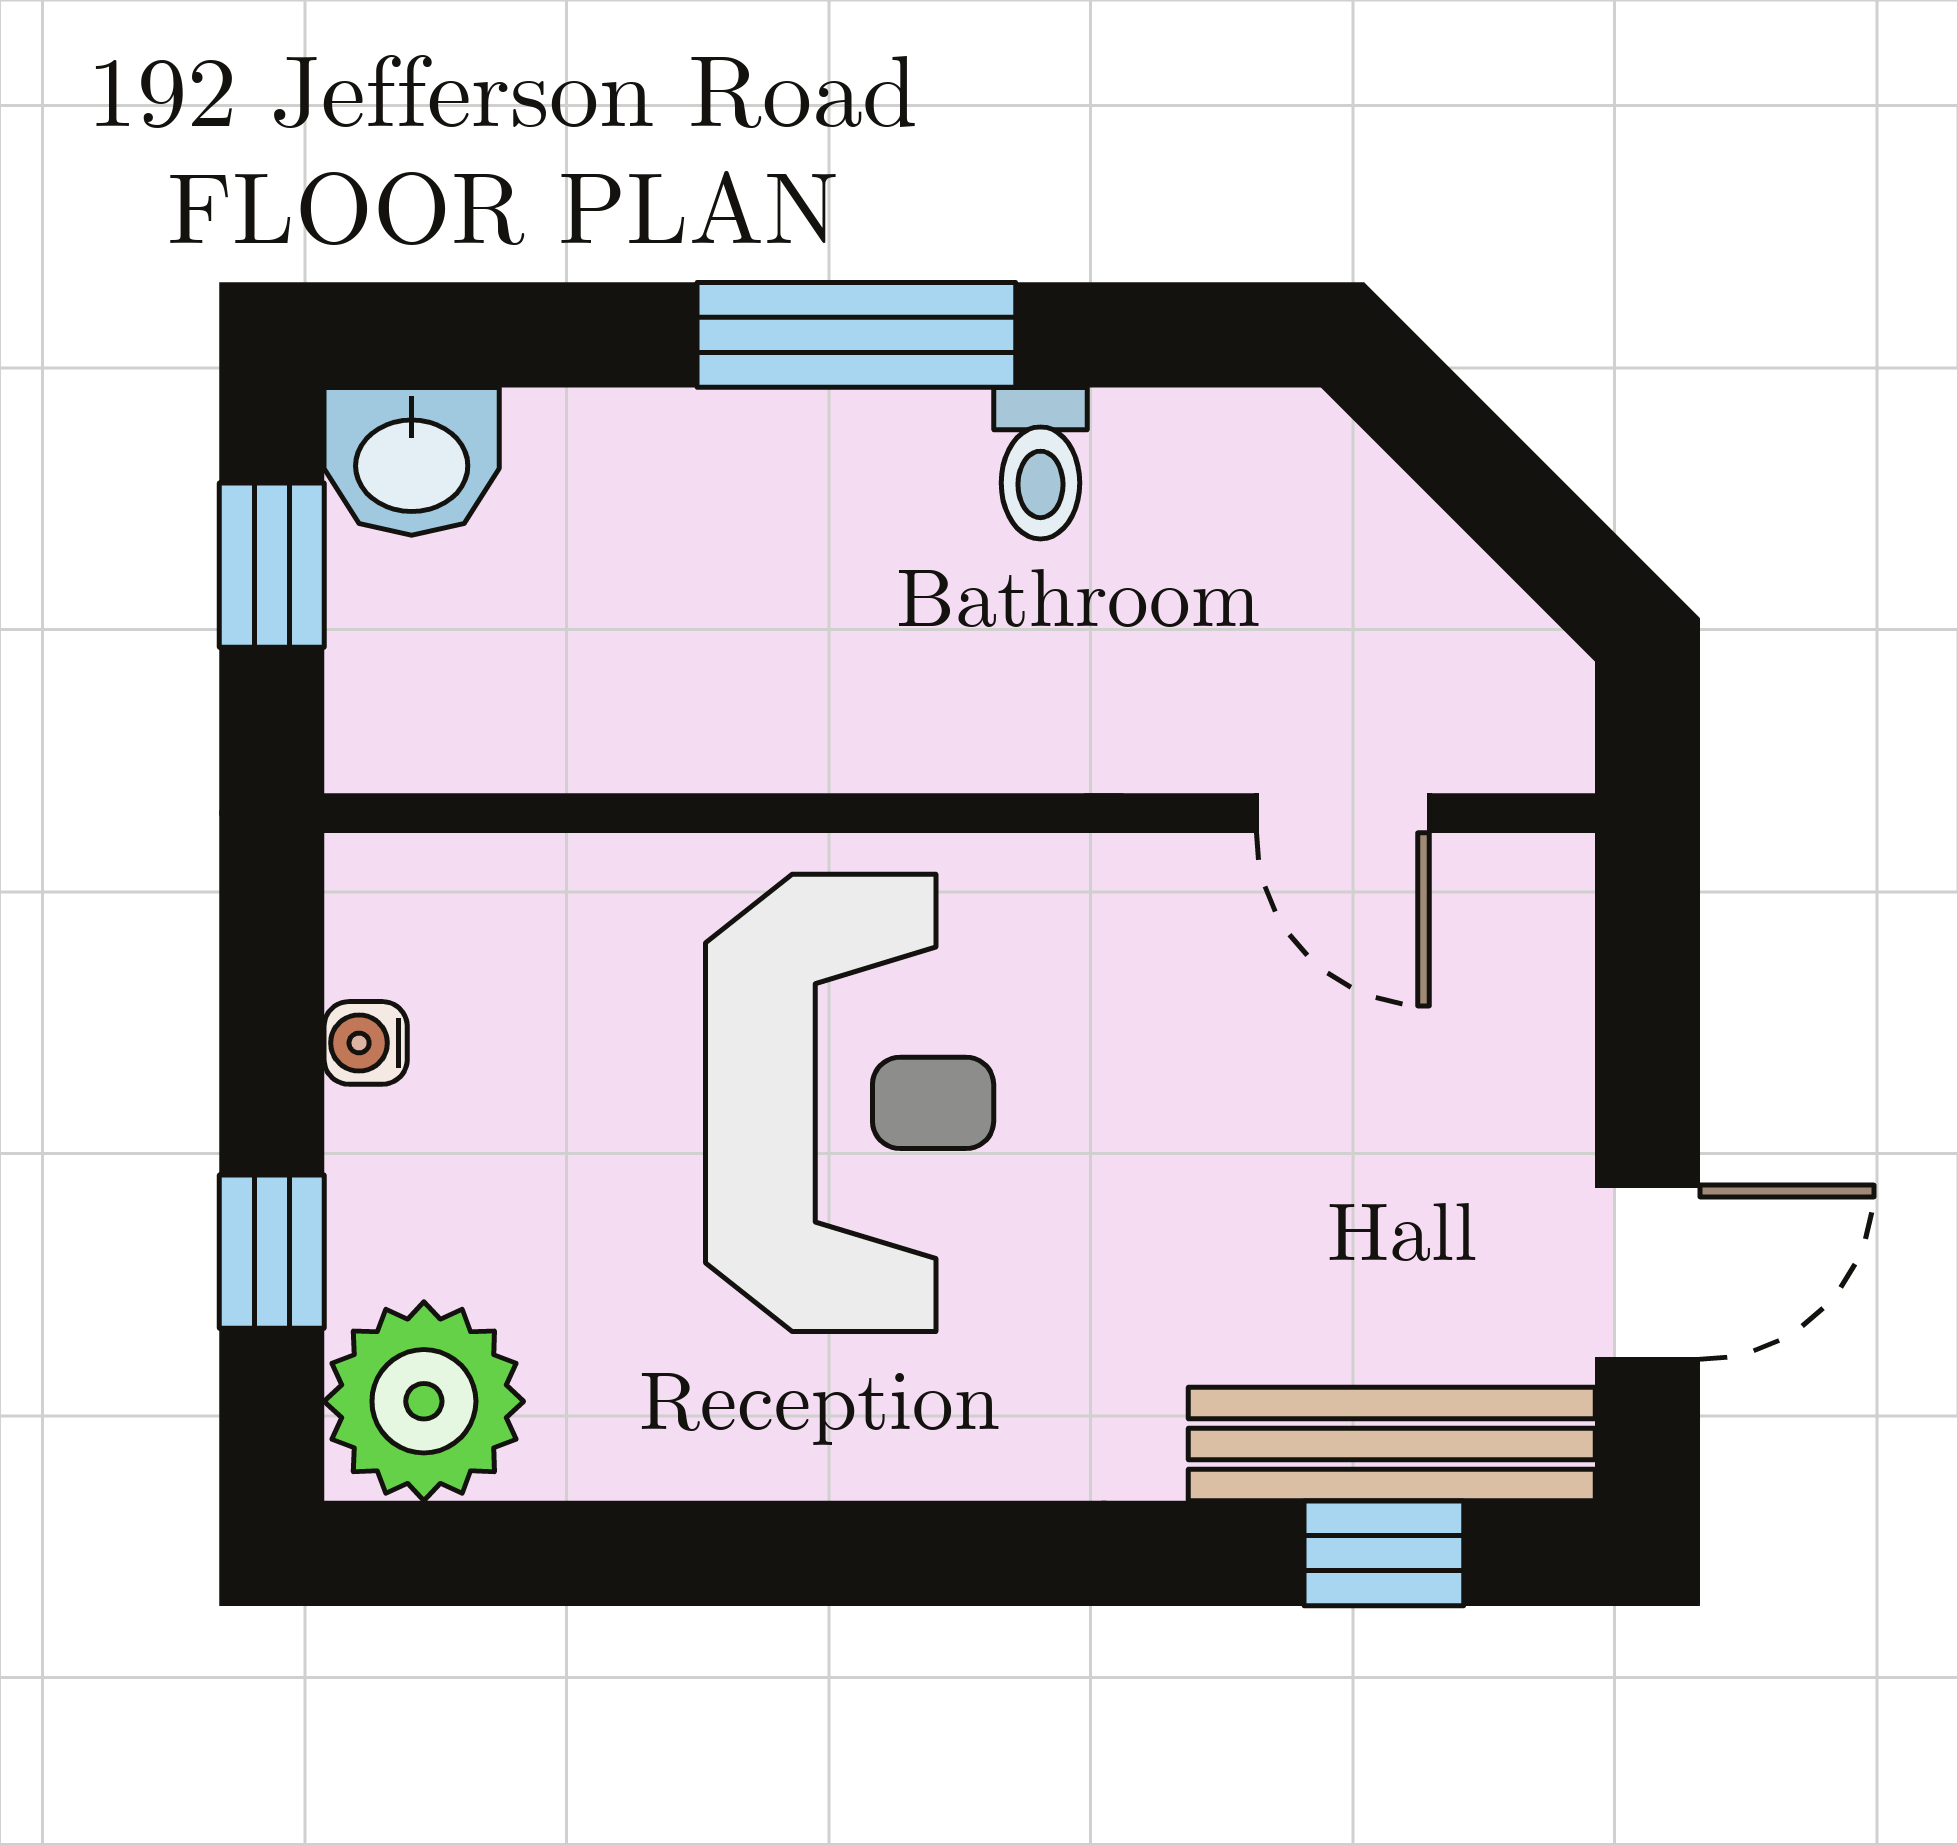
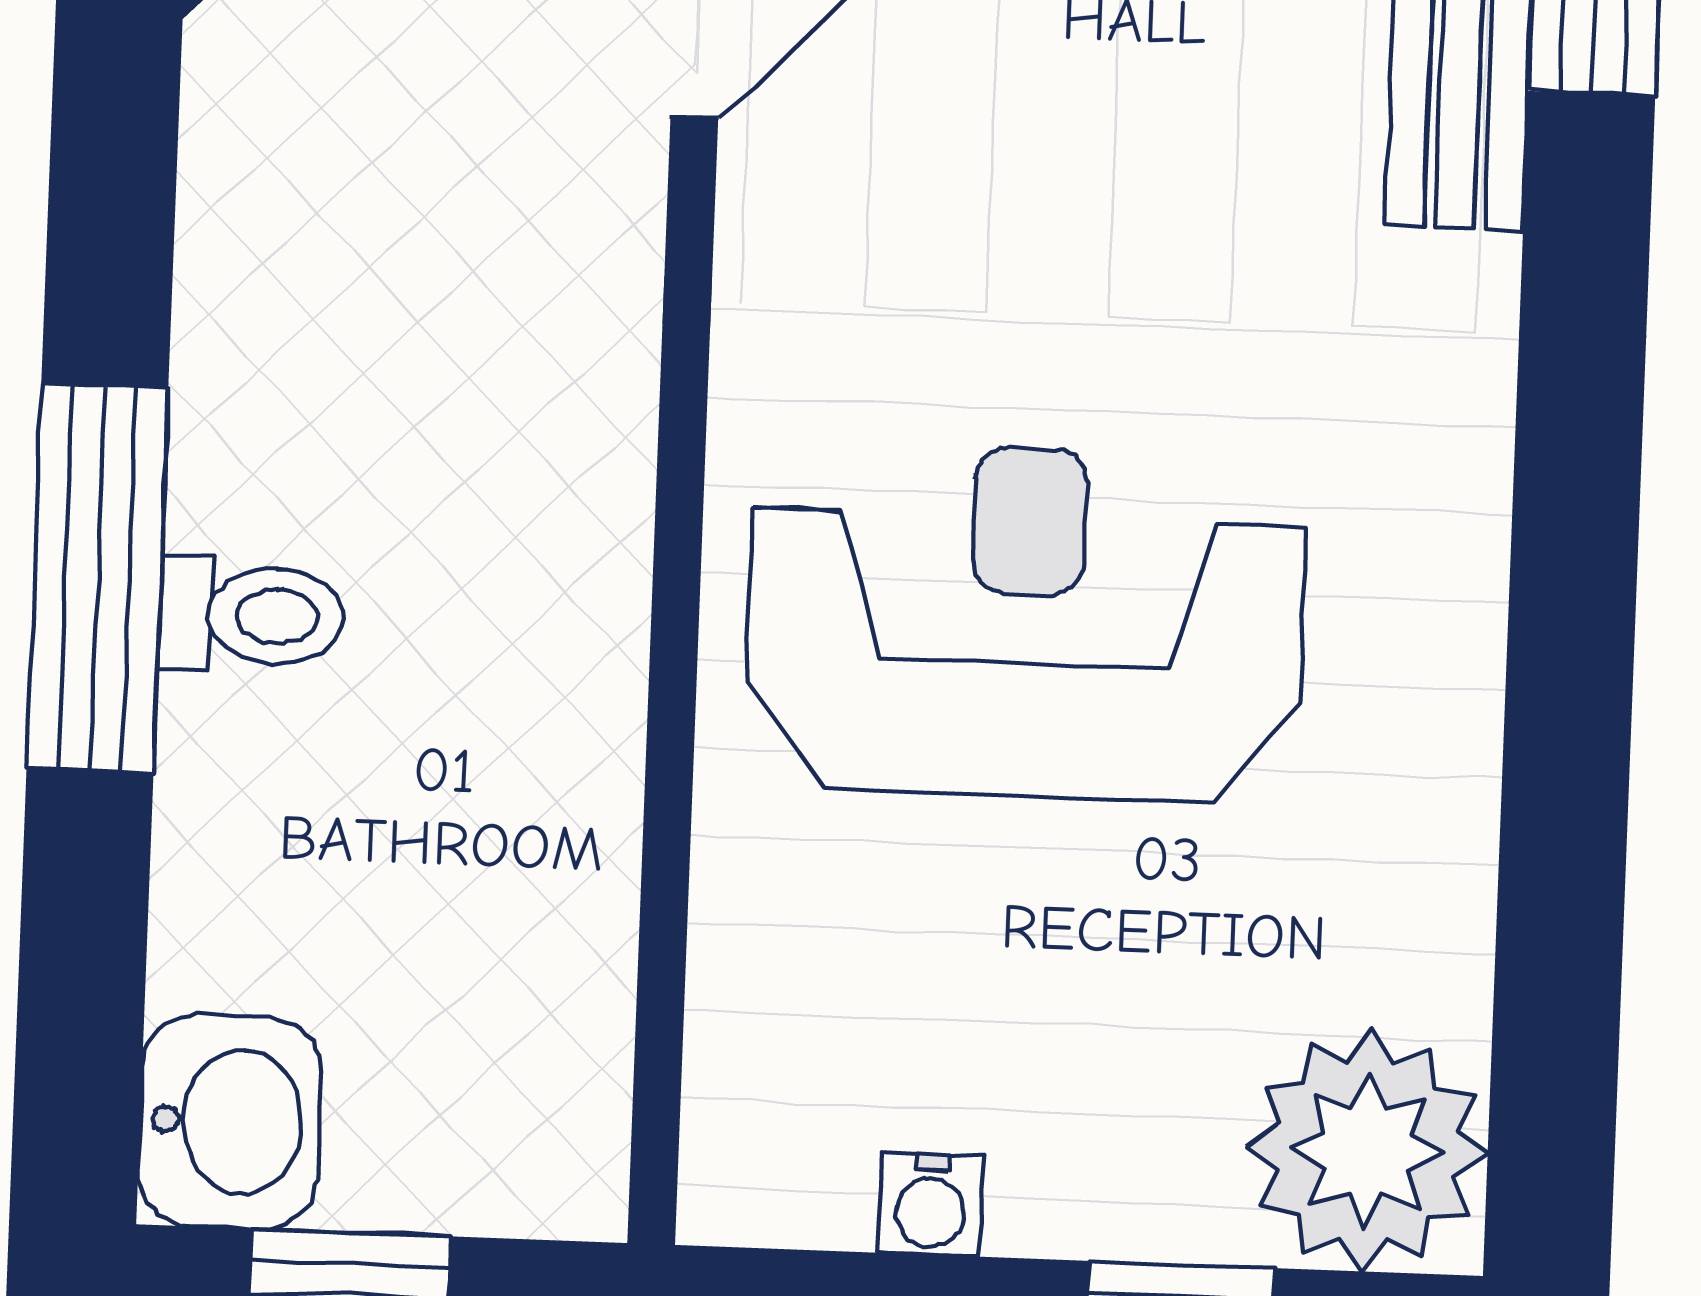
toilet: (1040, 463) -> (251, 615), moved

